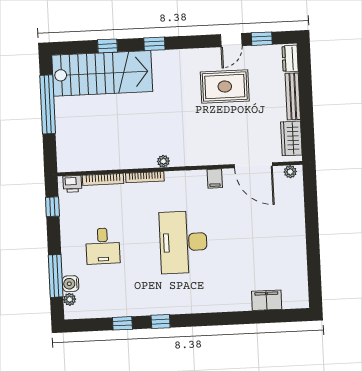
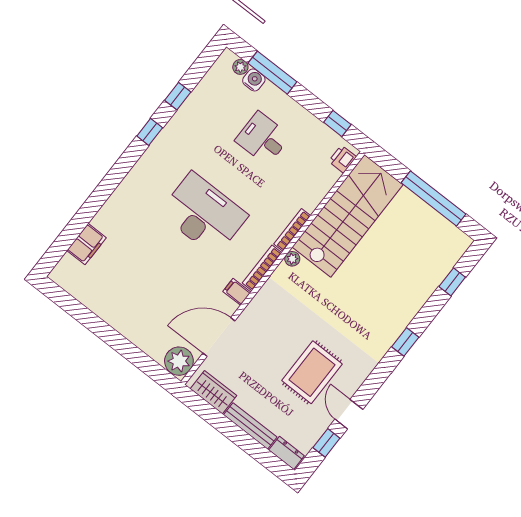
window: (108, 46) -> (452, 282), moved
stairs: (102, 73) -> (348, 216), moved, turned 180
plant: (290, 172) -> (179, 361), width x1.88, depth x1.88
bookcase: (103, 179) -> (262, 268), moved

